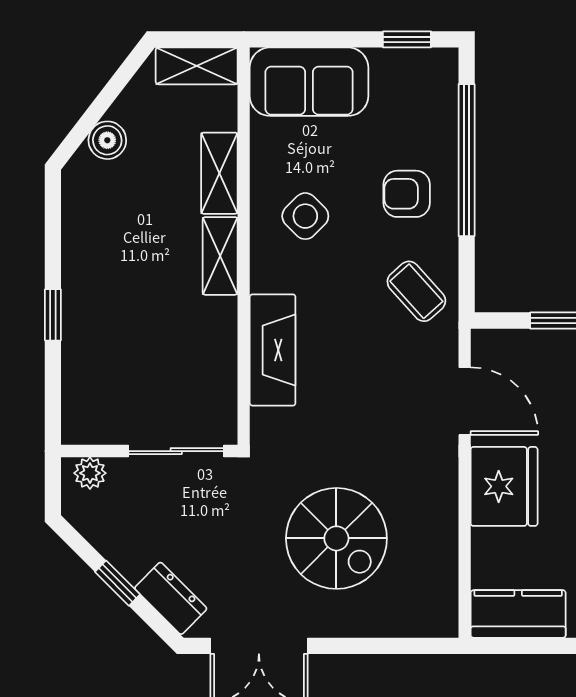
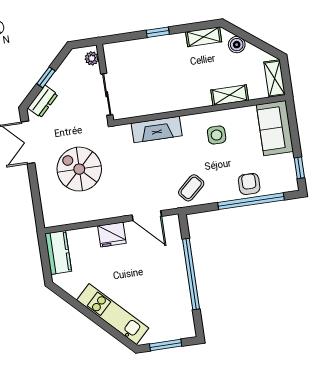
armchair: (407, 194) -> (249, 184), moved
side table: (305, 216) -> (217, 135), turned 45
shelving: (220, 256) -> (204, 37), moved
door: (465, 401) -> (147, 216), hinge flipped
fridge: (504, 486) -> (112, 235), width x0.73, depth x0.75
spiral stairs: (336, 538) -> (79, 169), turned 90

